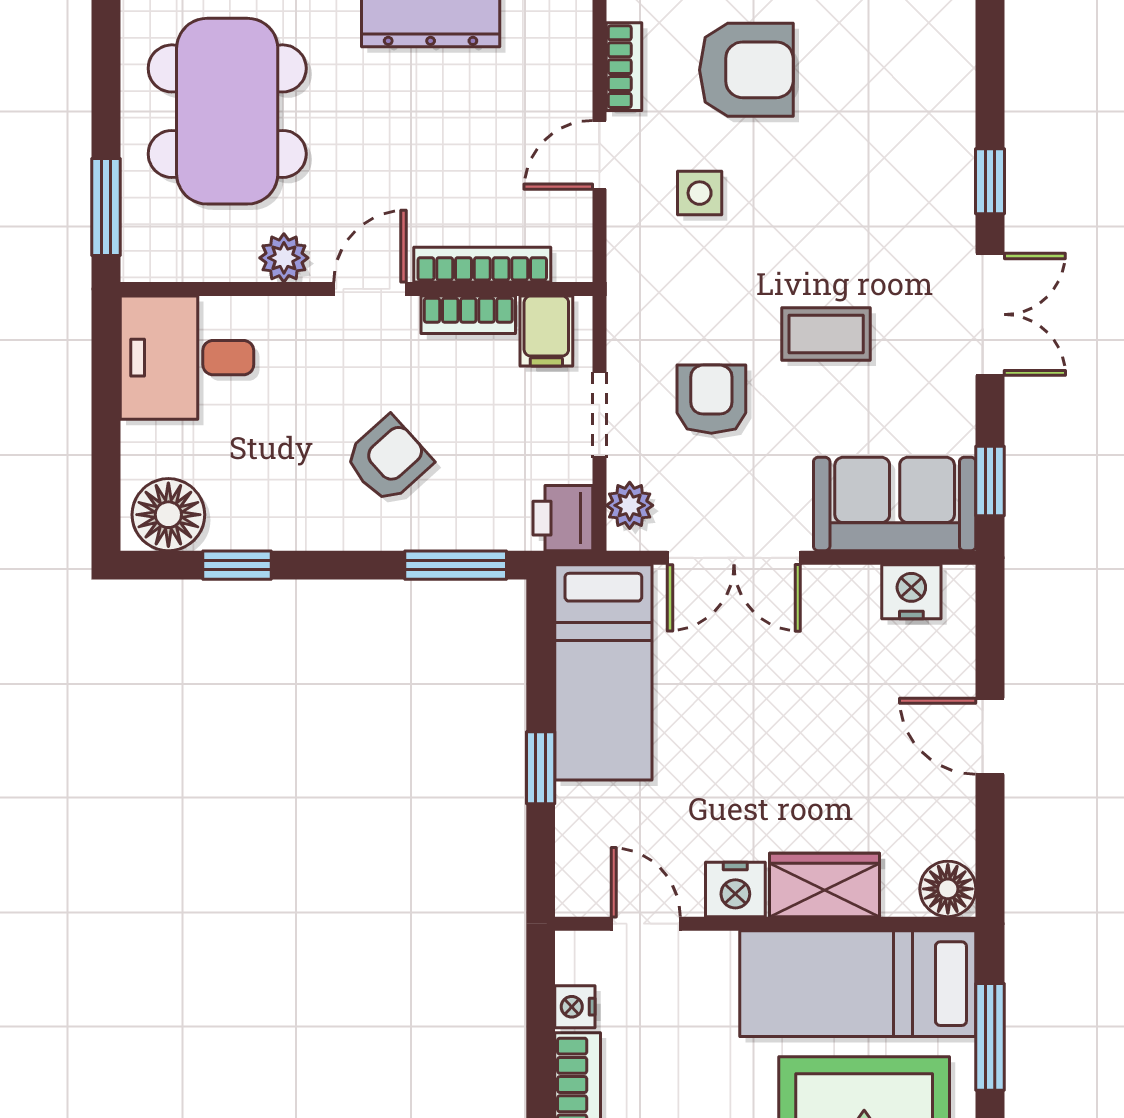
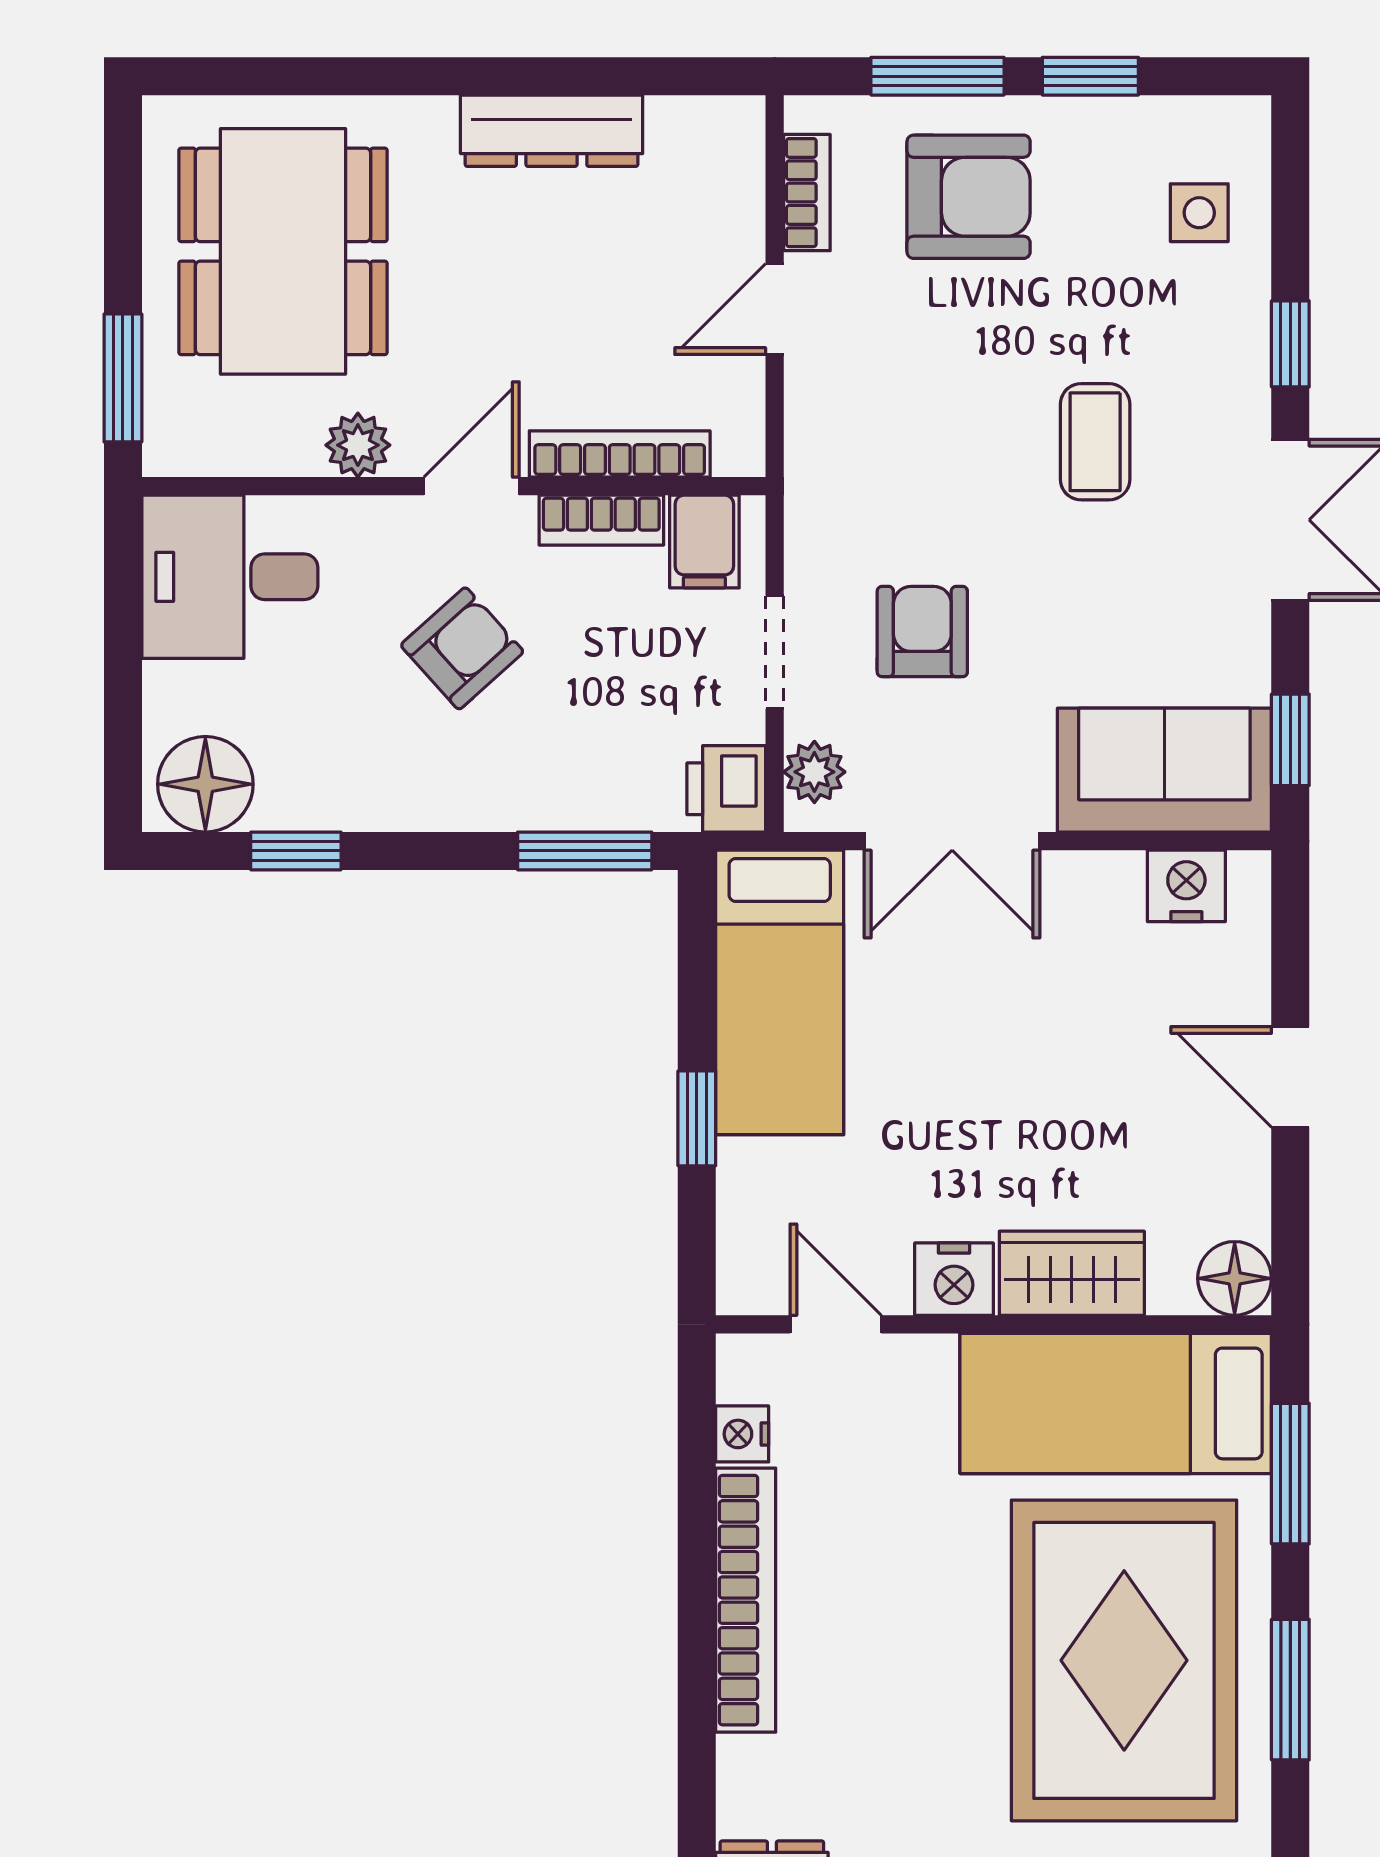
side table: (700, 193) -> (1199, 213), moved
coffee table: (826, 334) -> (1095, 442), moved, turned 90
armchair: (388, 460) -> (462, 648), moved

